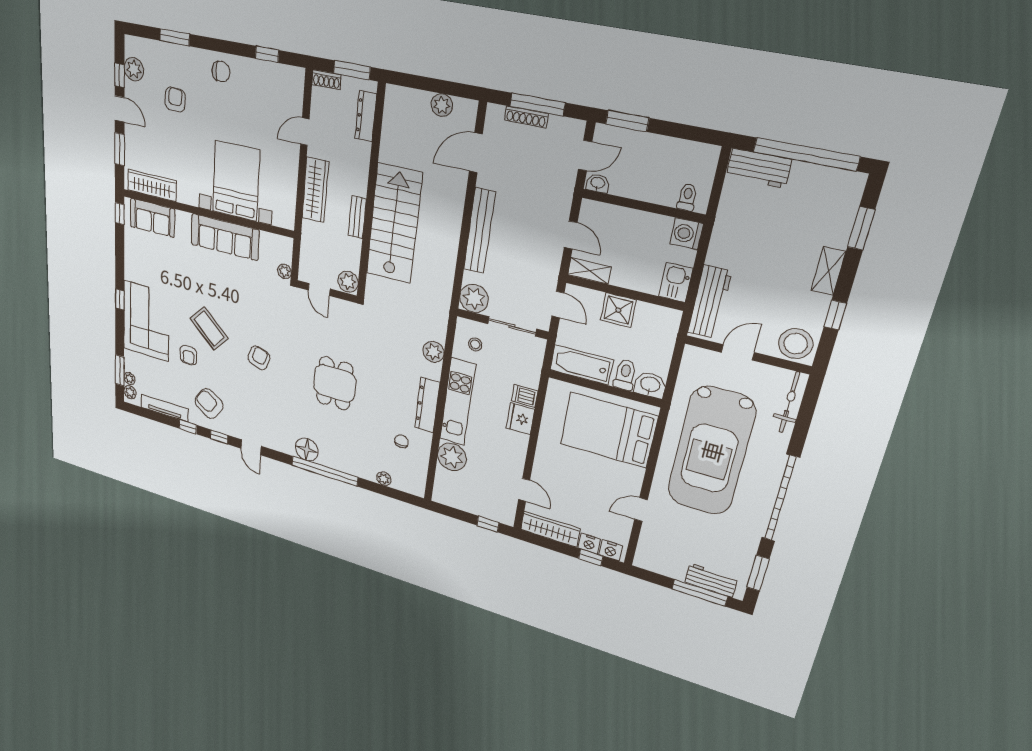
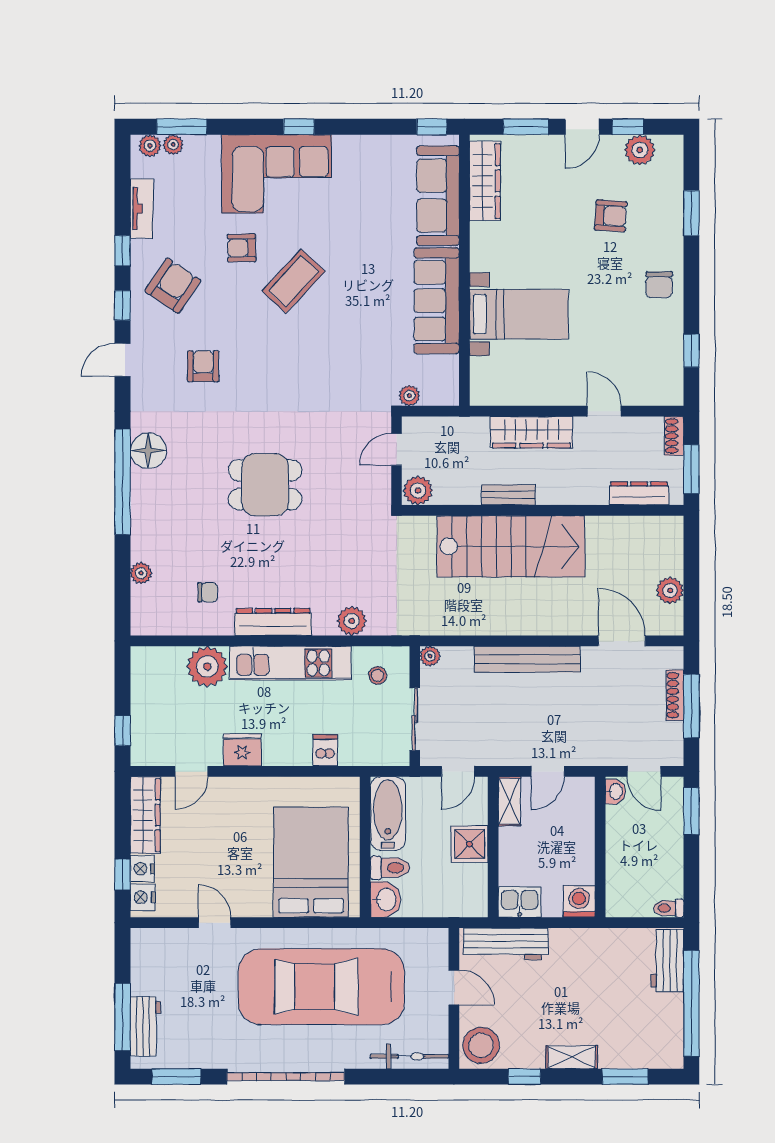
bed with nightstands: (236, 181) -> (519, 314), width x0.73
toilet: (687, 197) -> (668, 908), moved, turned 180
sofa: (152, 218) -> (438, 196), width x1.36
plant: (474, 298) -> (430, 656), width x0.53, depth x0.53
armchair: (259, 358) -> (203, 366), moved, turned -108
tv unit: (165, 408) -> (142, 209), width x0.71
fridge: (520, 419) -> (242, 750), moved

